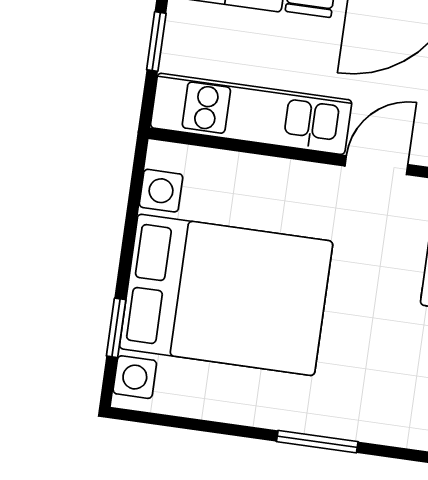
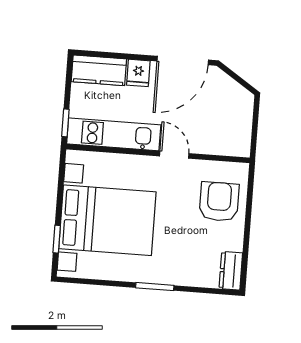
window: (156, 42) -> (65, 123), moved
door: (376, 165) -> (174, 155), hinge flipped

